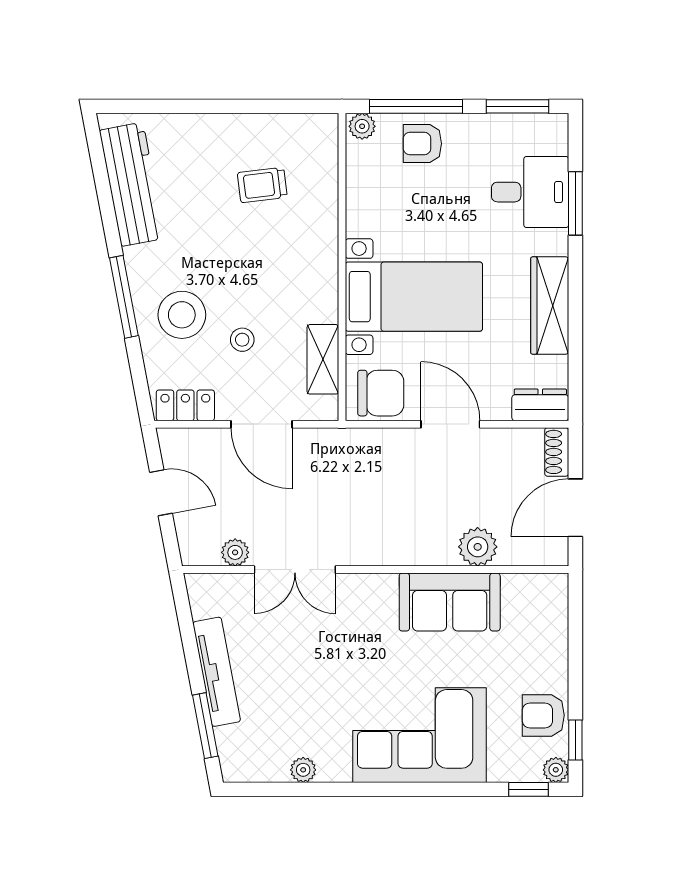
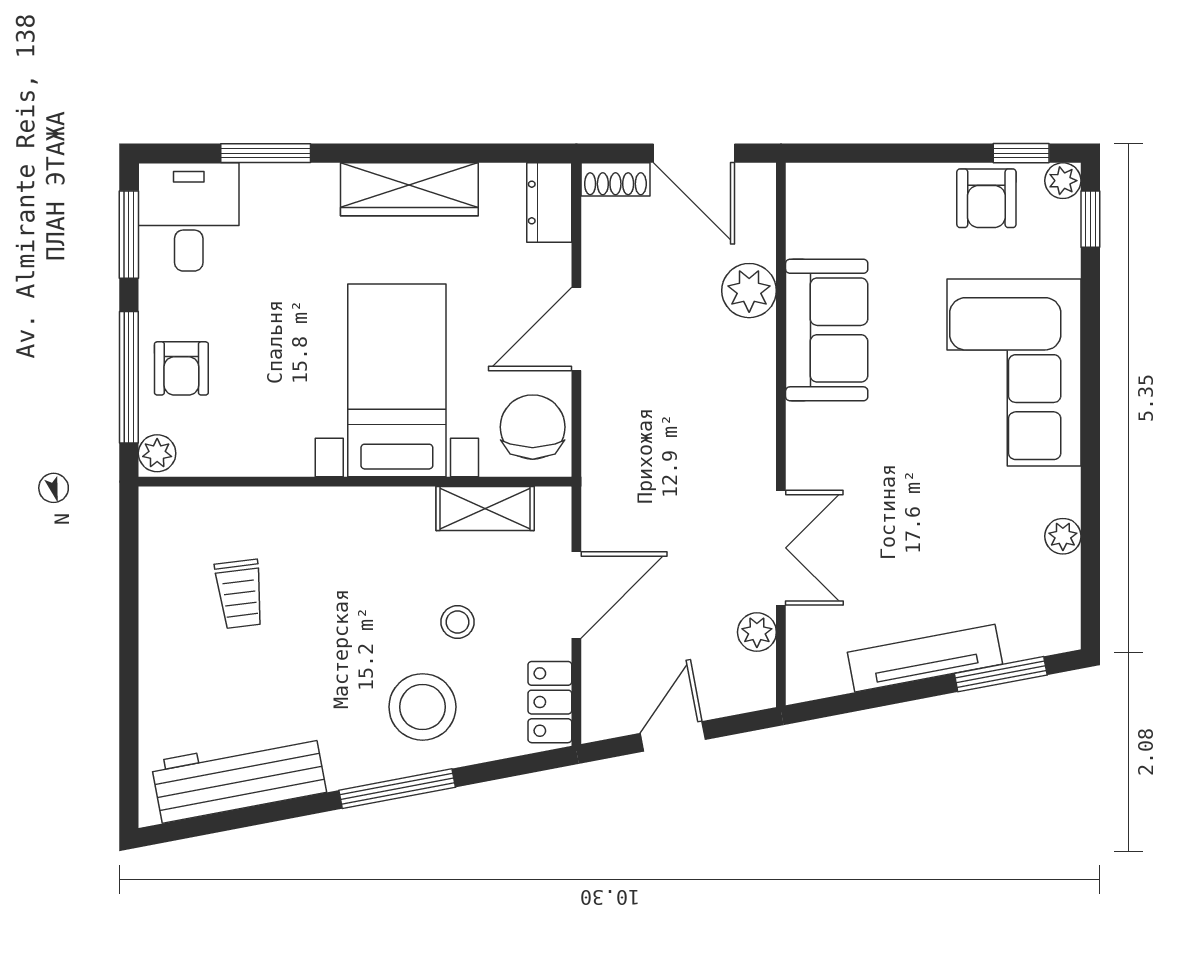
desk: (530, 192) -> (189, 217), moved

